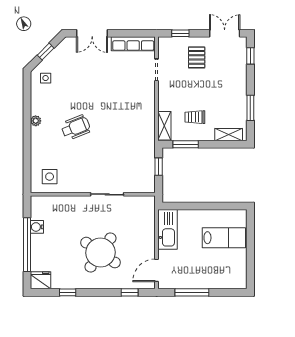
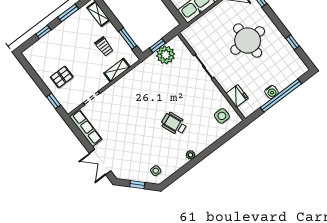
double door: (92, 33) -> (100, 162), swing flipped
double door: (225, 33) -> (30, 70), removed
window: (250, 56) -> (43, 32), moved
shelving: (164, 126) -> (117, 70), moved
plant: (145, 168) -> (165, 55), added
water cooler: (37, 227) -> (271, 92), moved
round table: (101, 253) -> (248, 40), turned -35
fridge: (41, 280) -> (237, 96), moved, turned 180

